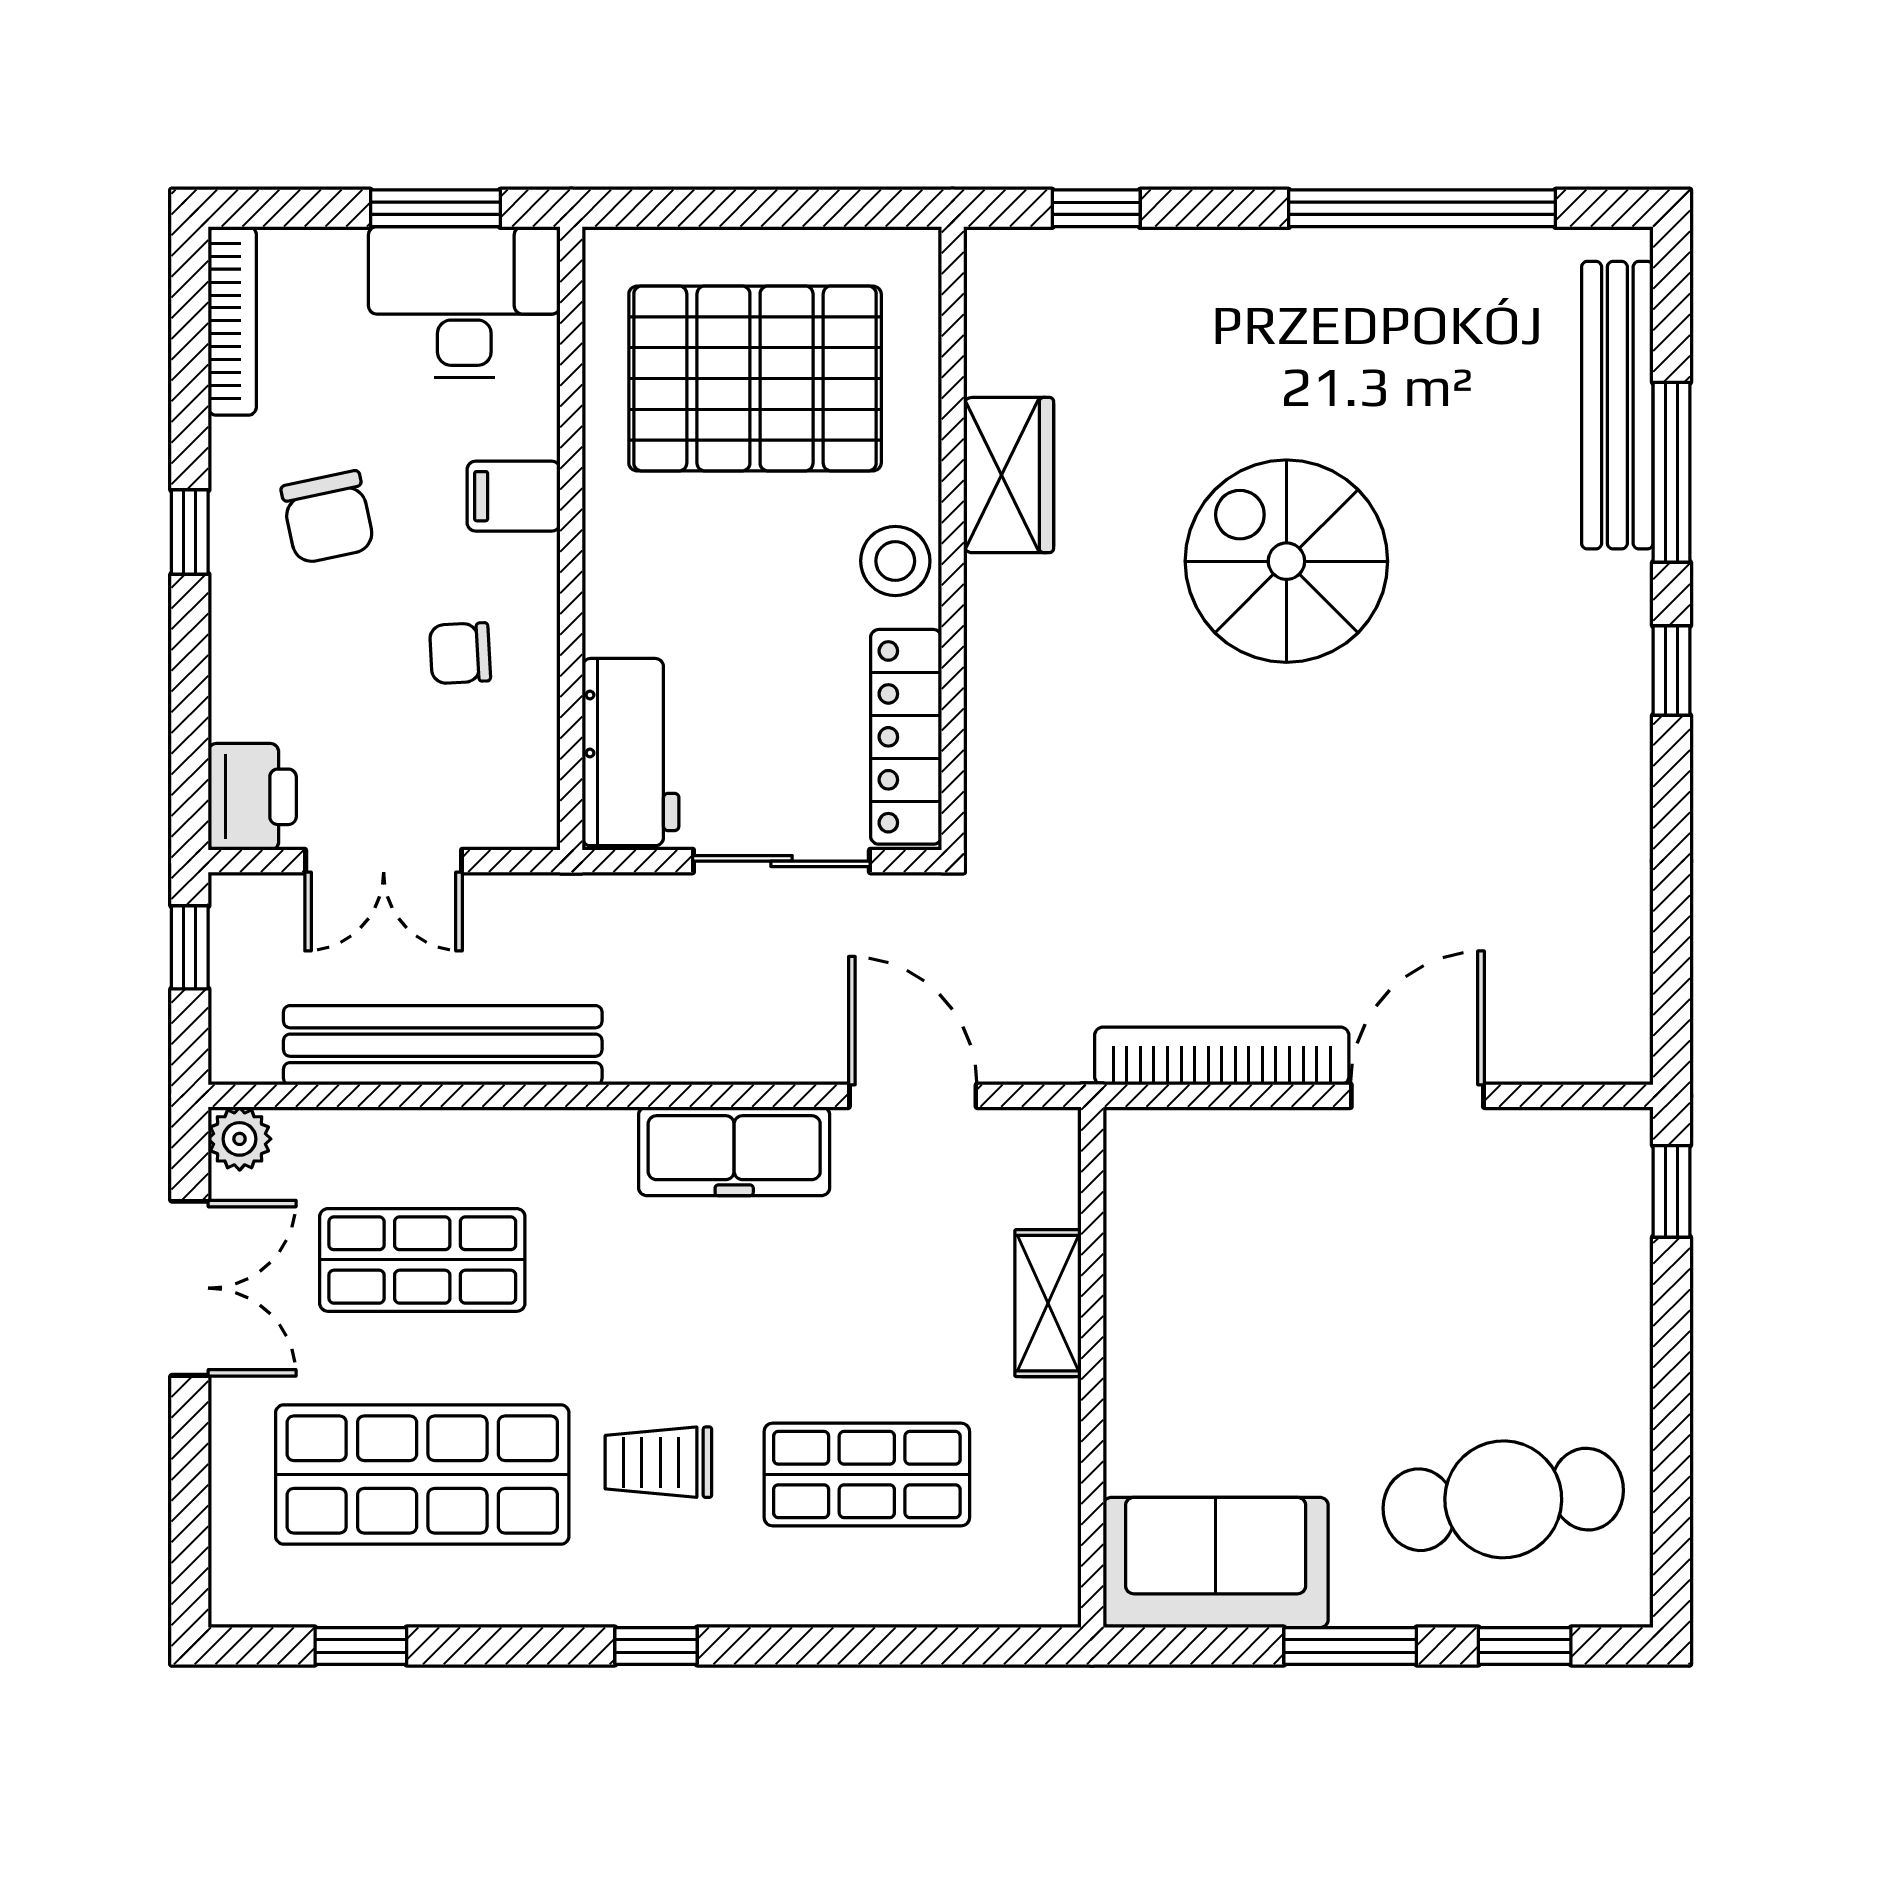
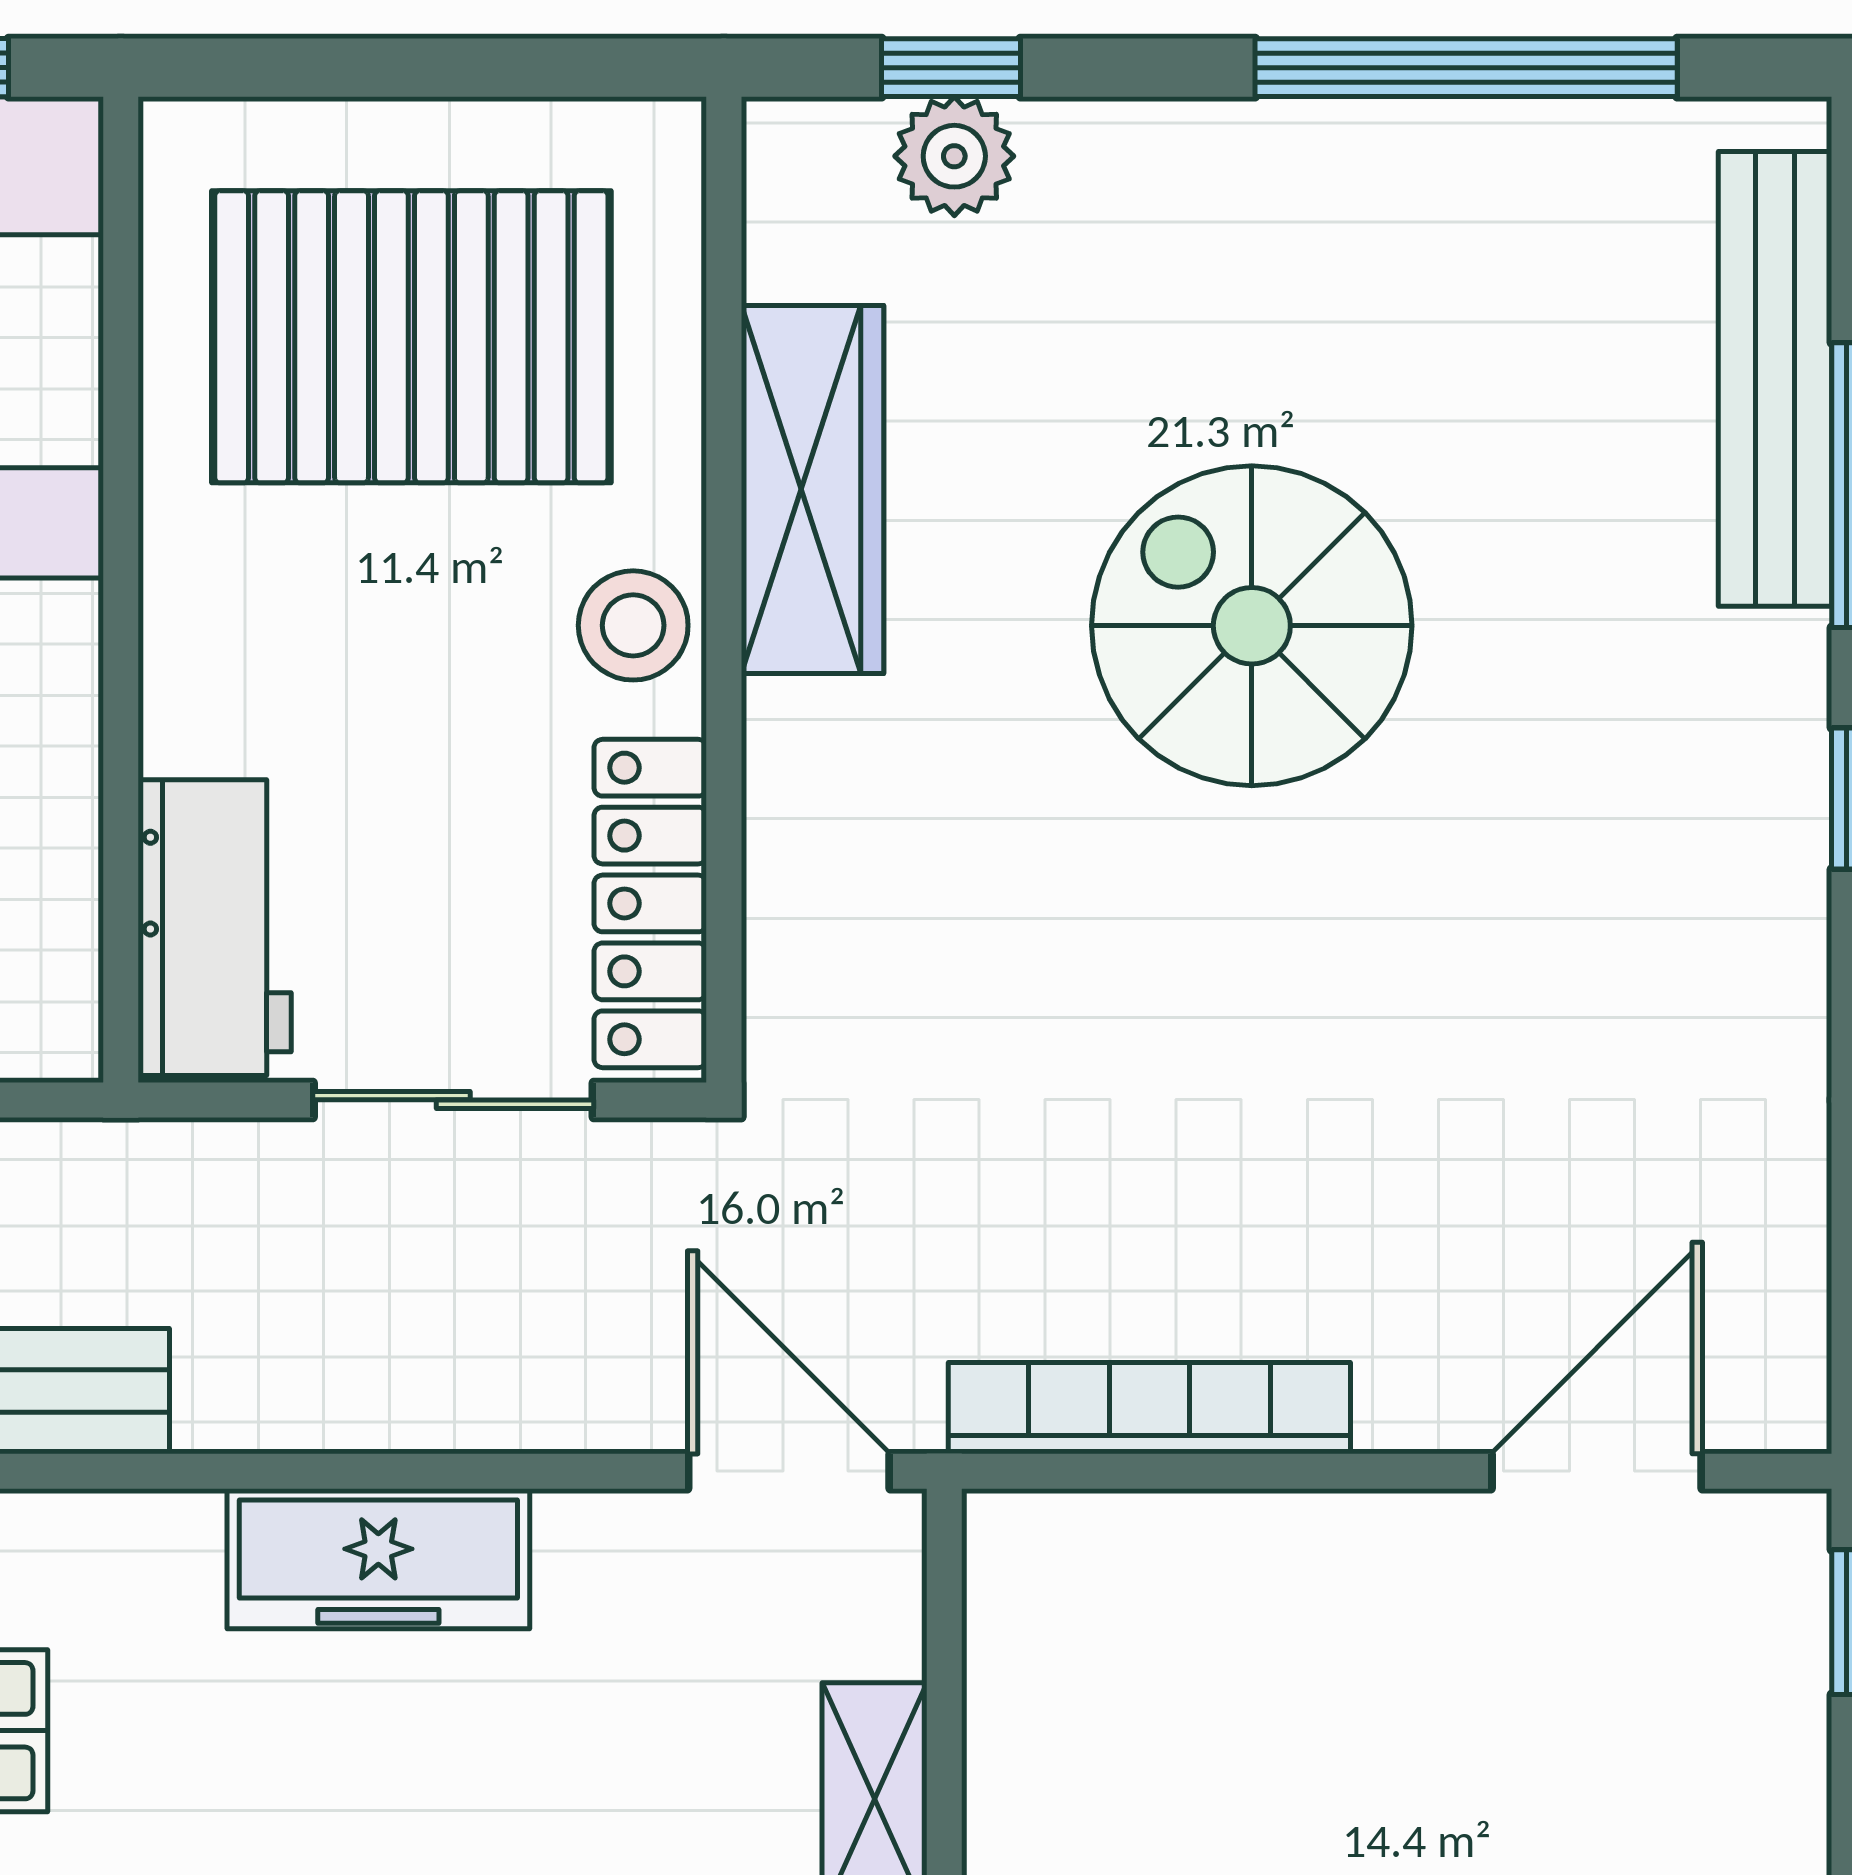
plant: (1098, 264) -> (954, 156), added
wardrobe: (1009, 475) -> (812, 489), width x1.50
door: (913, 1096) -> (789, 1471), moved
door: (1417, 1096) -> (1597, 1471), moved

